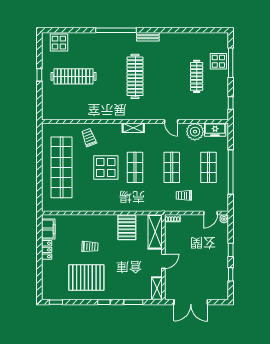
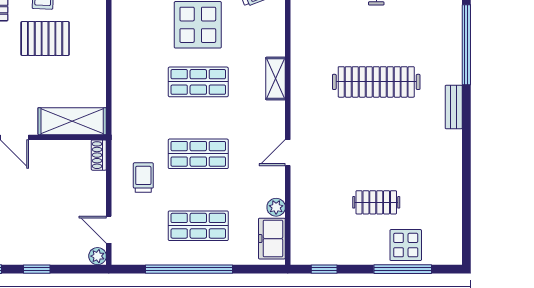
clothes rail: (197, 76) -> (376, 202), width x0.73
plant: (195, 132) -> (276, 207), width x0.53, depth x0.53
pallet: (127, 228) -> (45, 38), moved

